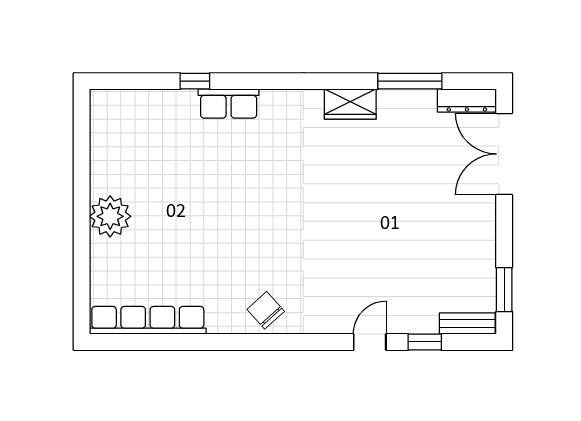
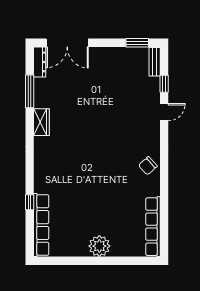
row of seats: (229, 104) -> (41, 225), moved, width x2.02
door: (370, 342) -> (164, 112), swing flipped

